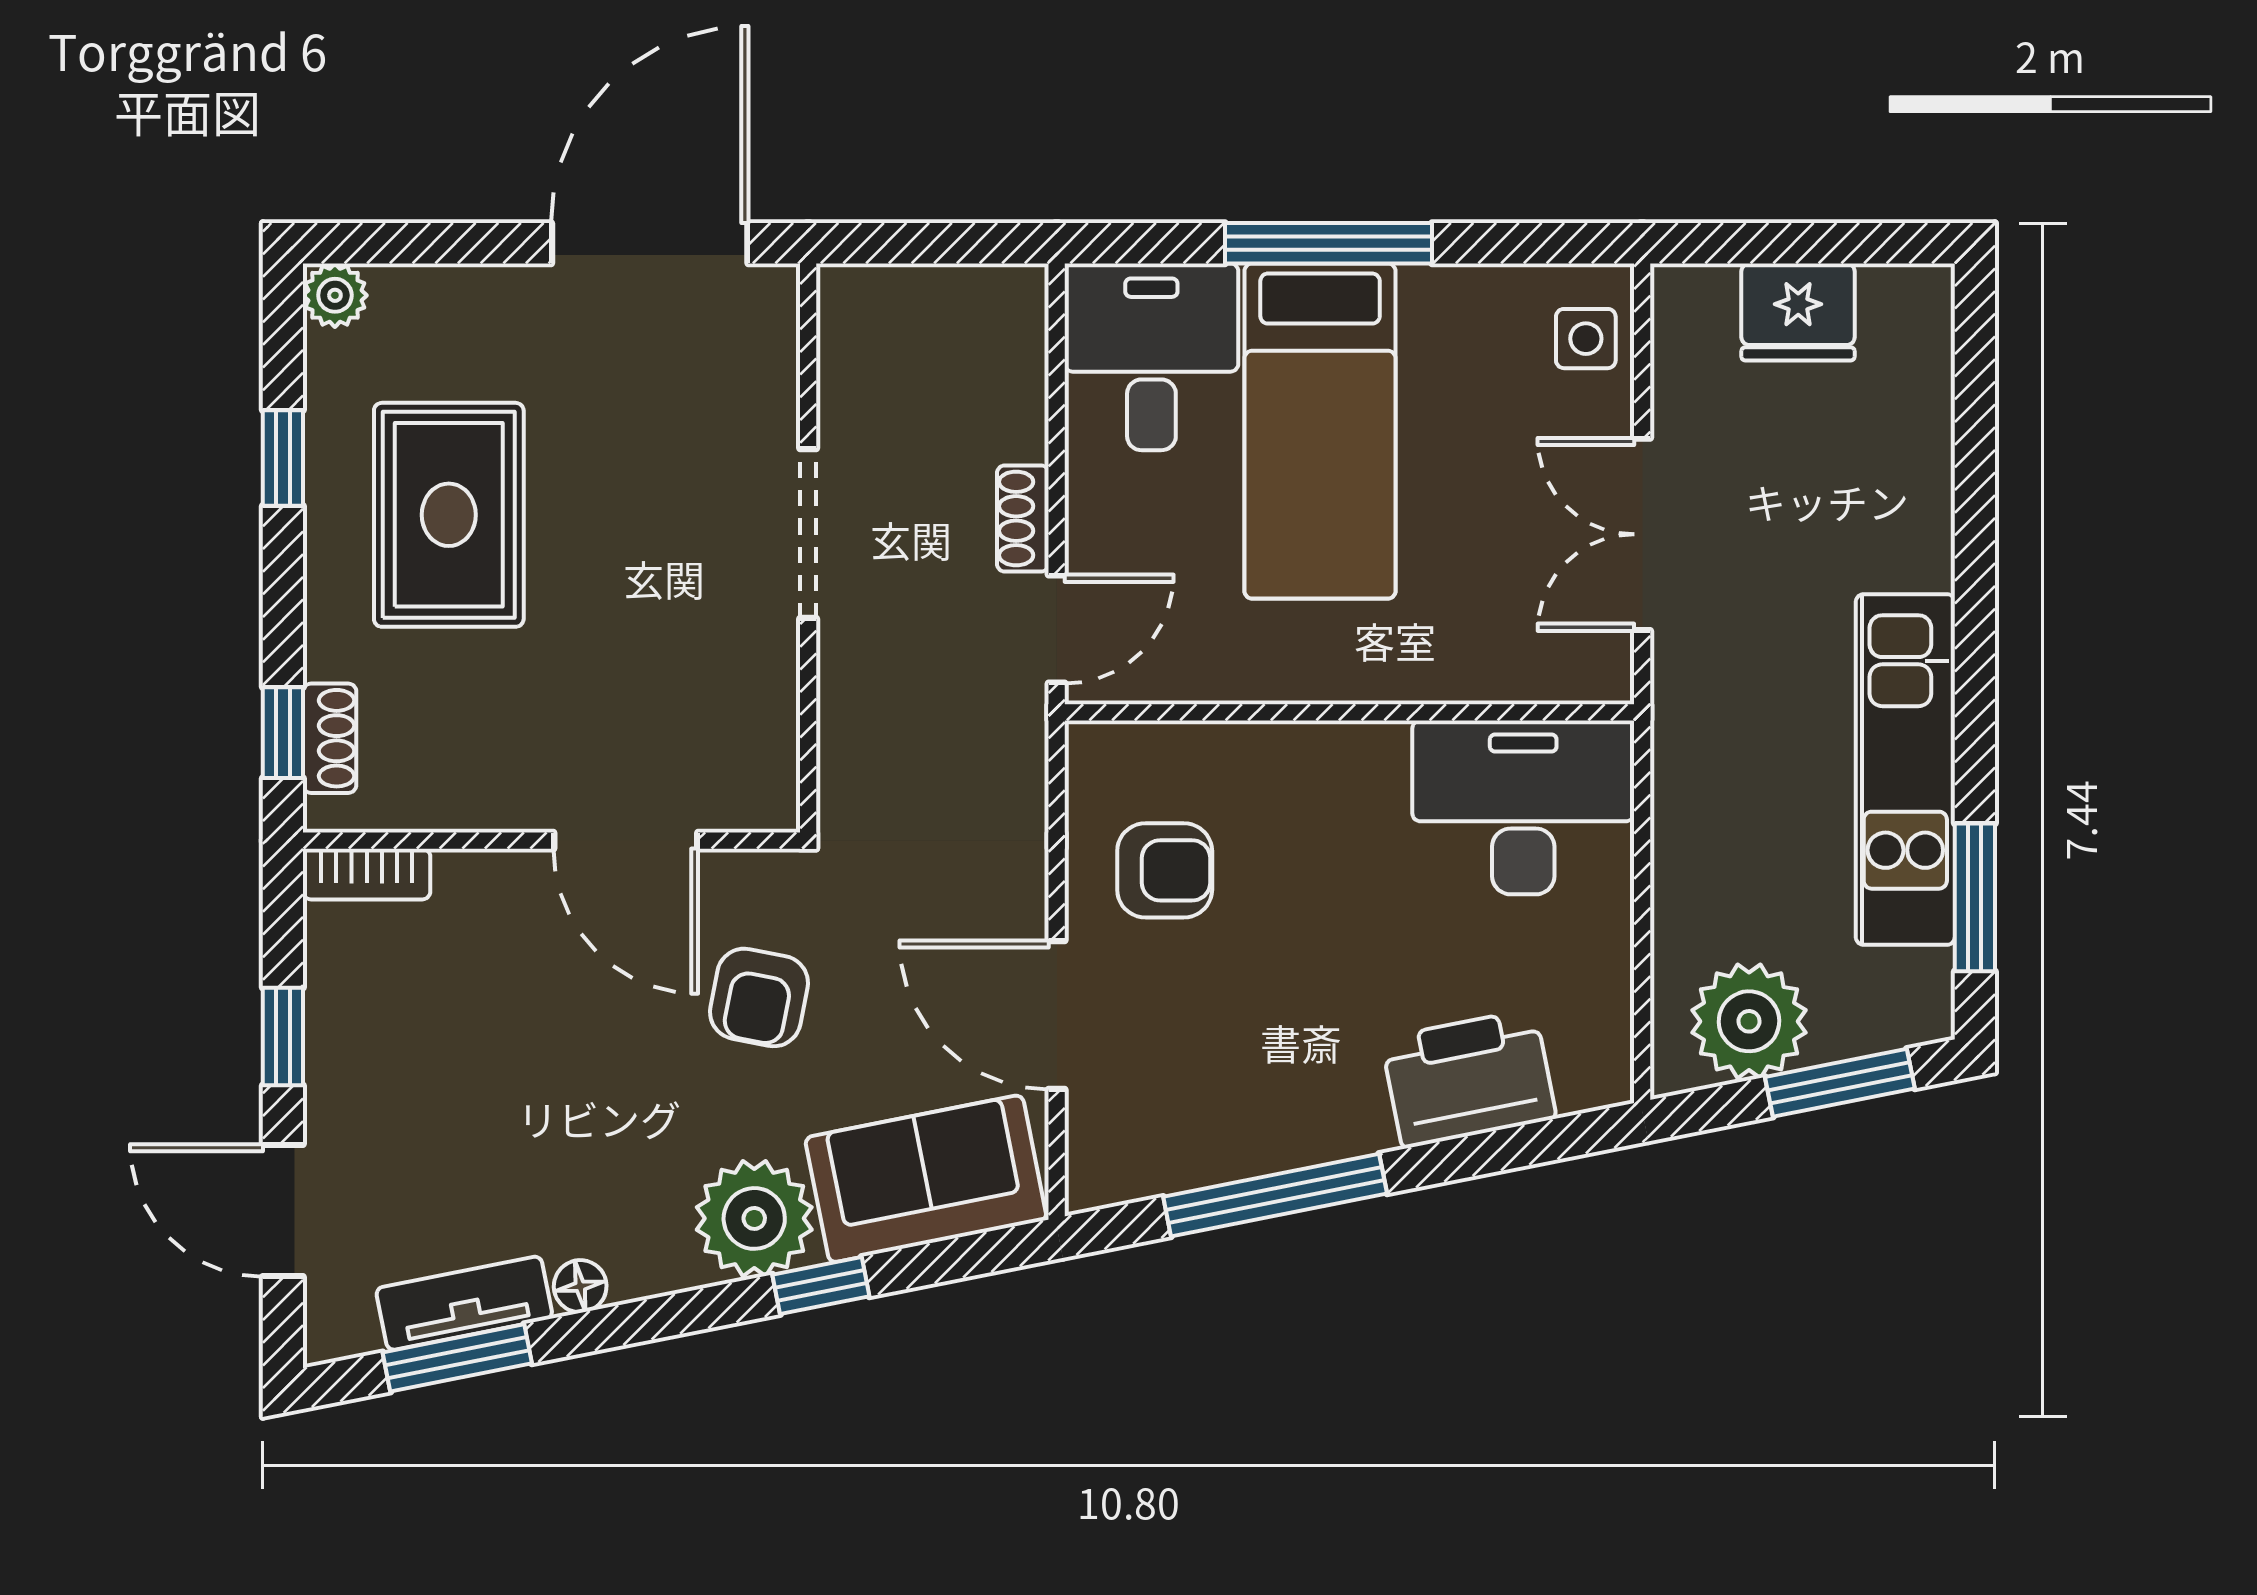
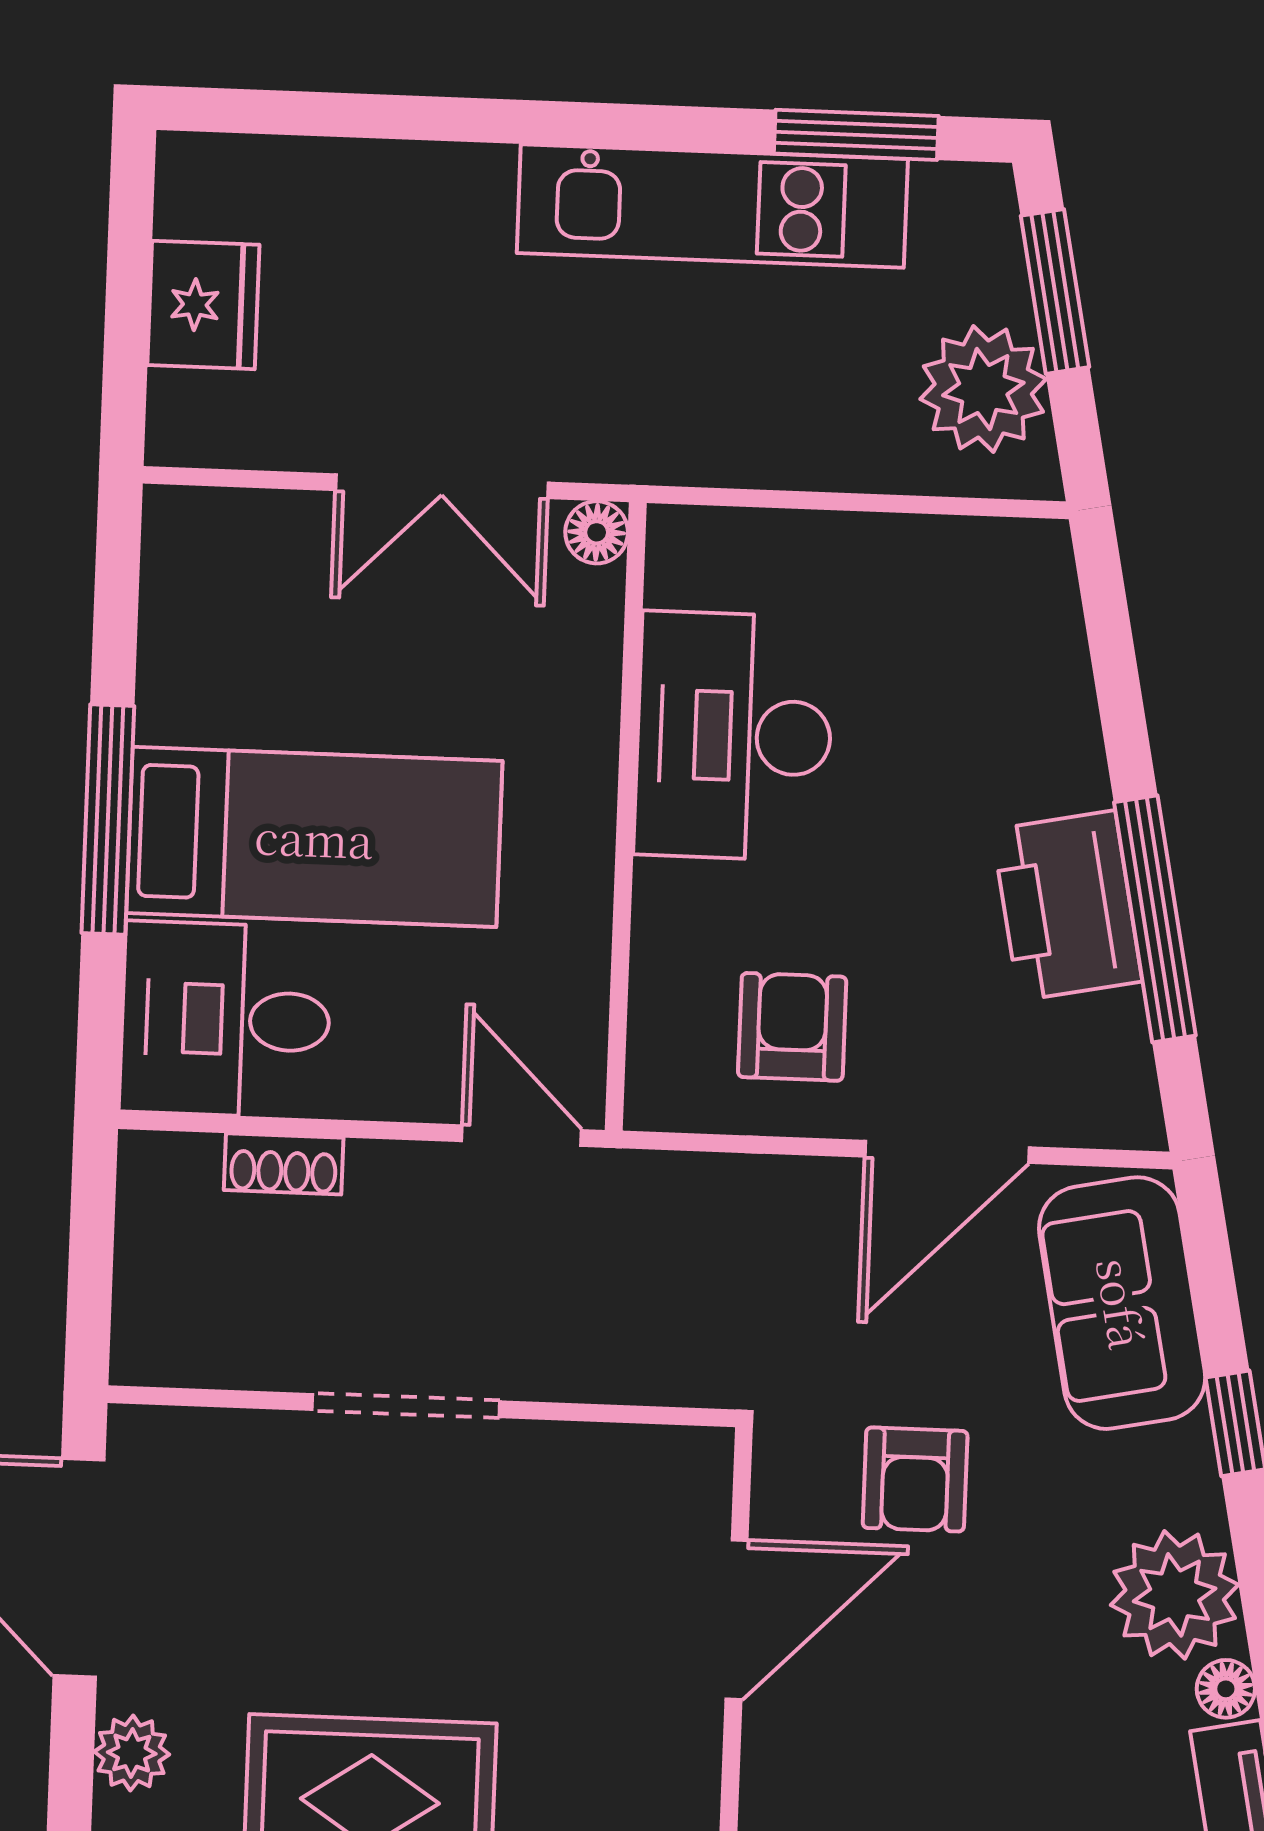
plant: (484, 297) -> (132, 1753), added
side table: (1586, 339) -> (224, 540), removed
shoe rack: (1023, 519) -> (284, 1164), moved
floor lamp: (1606, 676) -> (597, 532), added
desk: (1523, 807) -> (734, 736), moved
armchair: (759, 997) -> (915, 1479), turned 79
printer: (1469, 1079) -> (1067, 906), moved
plant: (754, 1218) -> (1175, 1595), moved

